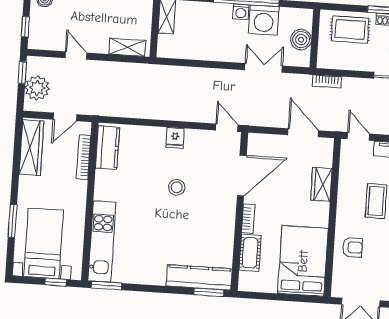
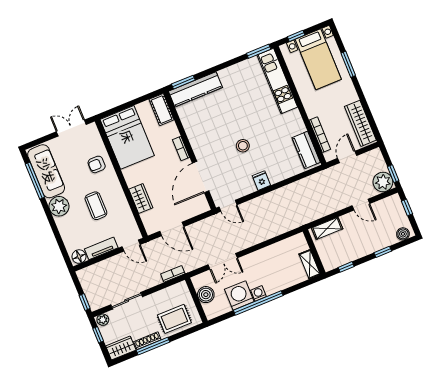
plant: (37, 88) -> (383, 182), moved
cot: (250, 253) -> (162, 110), moved

